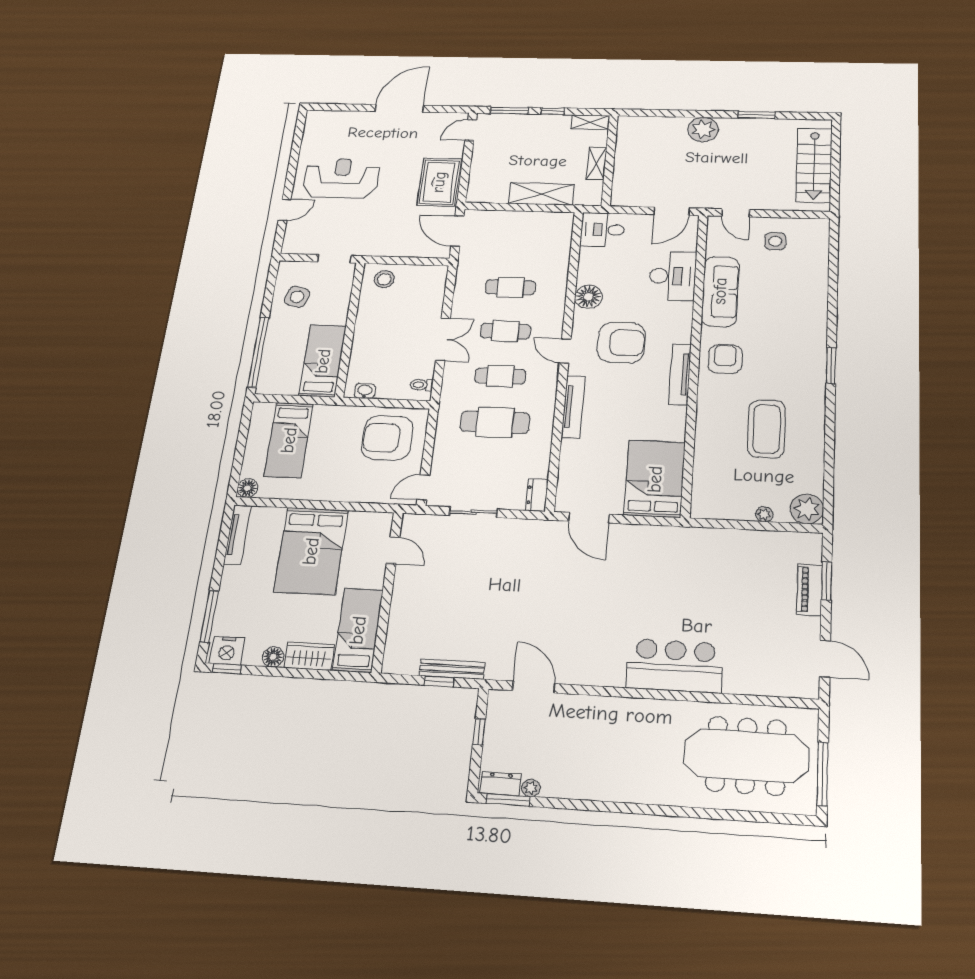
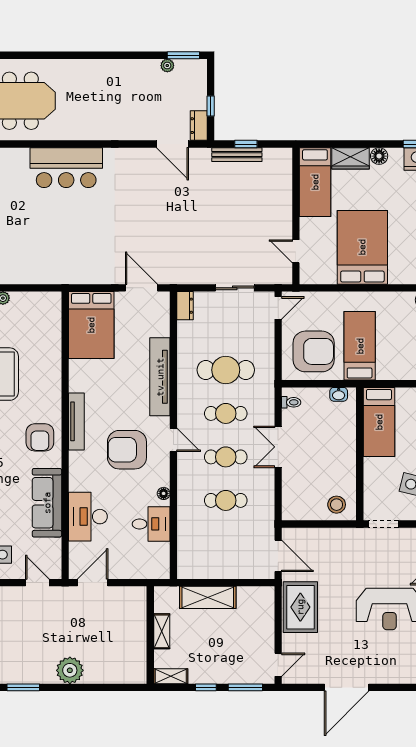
desk: (603, 230) -> (151, 524), moved
floor lamp: (588, 297) -> (164, 493), width x0.53, depth x0.53
tv unit: (573, 407) -> (160, 377), width x1.36, depth x1.29
bed: (289, 440) -> (360, 346), moved
dresser: (500, 784) -> (199, 126), moved, turned 90

